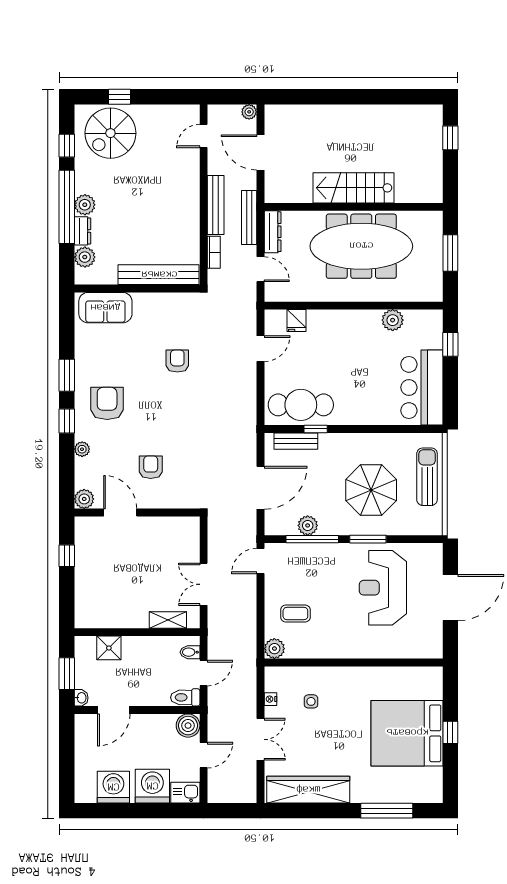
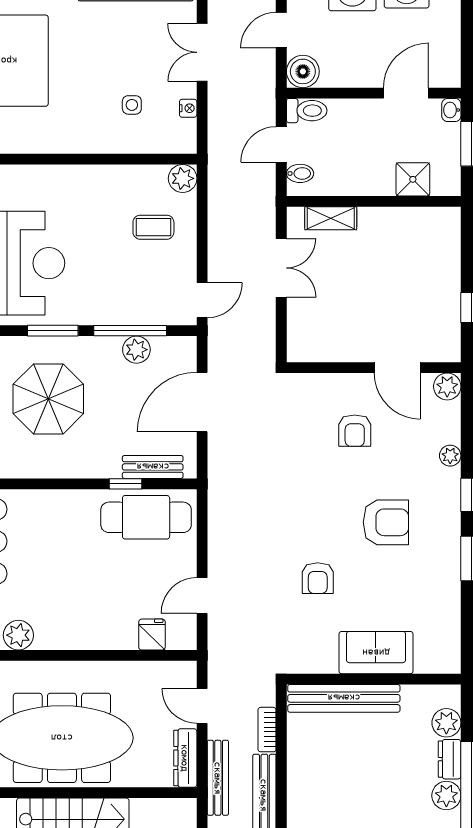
sofa: (105, 308) -> (376, 653), moved
armchair: (107, 403) -> (386, 522), moved, turned -90

